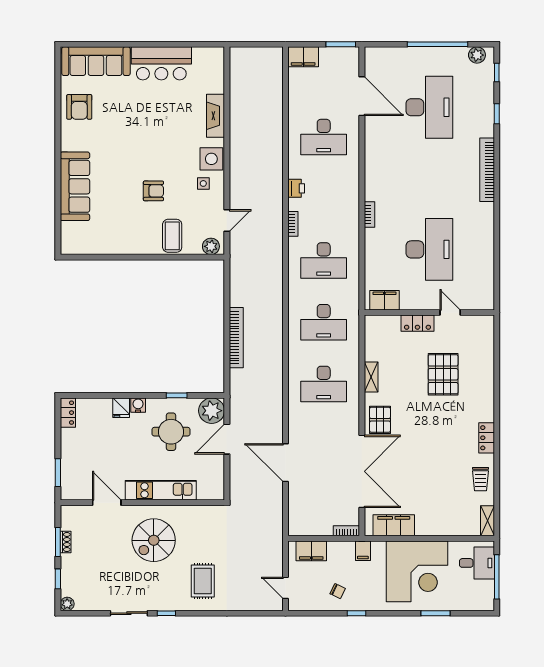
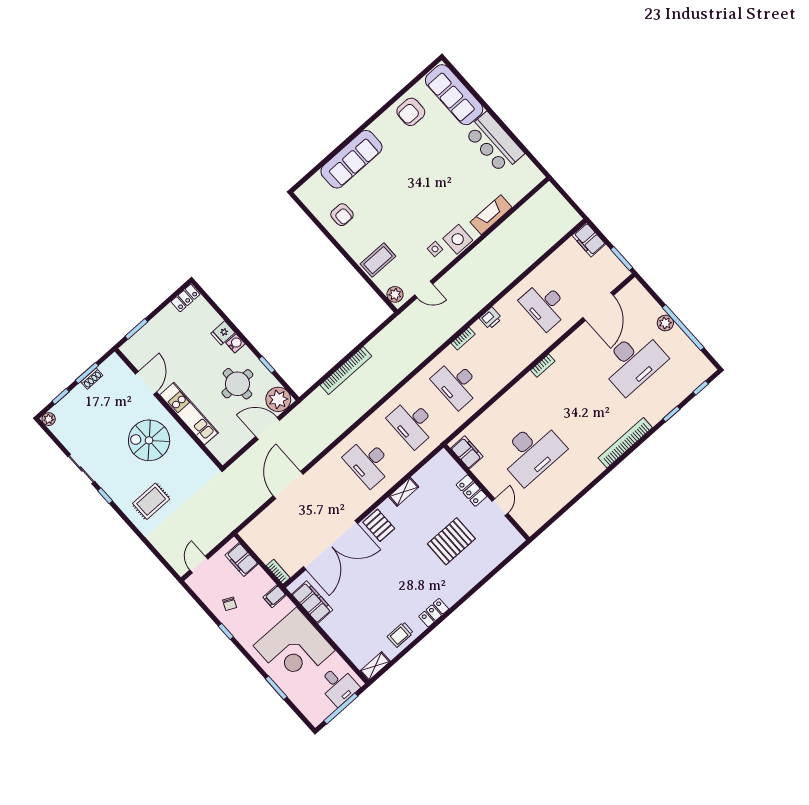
plant: (477, 55) -> (665, 323), moved
armchair: (153, 191) -> (342, 215), moved
bookcase: (369, 215) -> (543, 366), moved
pallet: (380, 420) -> (379, 525), turned 90

